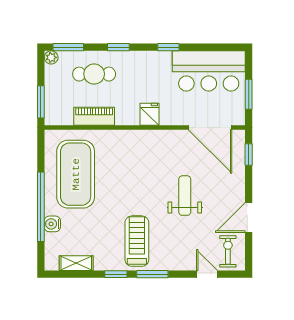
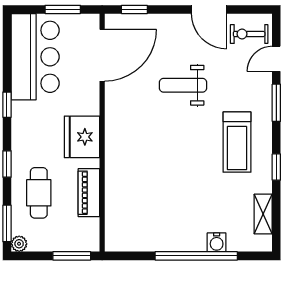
fridge: (149, 114) -> (82, 137), width x1.88, depth x1.34
exercise mat: (76, 174) -> (158, 215), removed
treadmill: (137, 241) -> (237, 142), turned -90
window: (152, 274) -> (276, 103), moved

